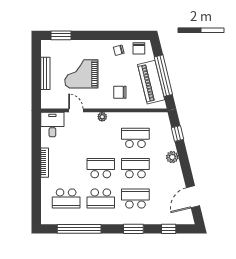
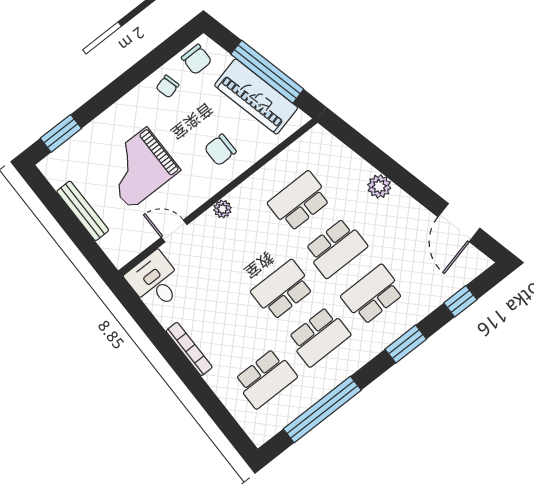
window: (178, 134) -> (359, 144), removed
school desk: (135, 168) -> (336, 248), turned 180

